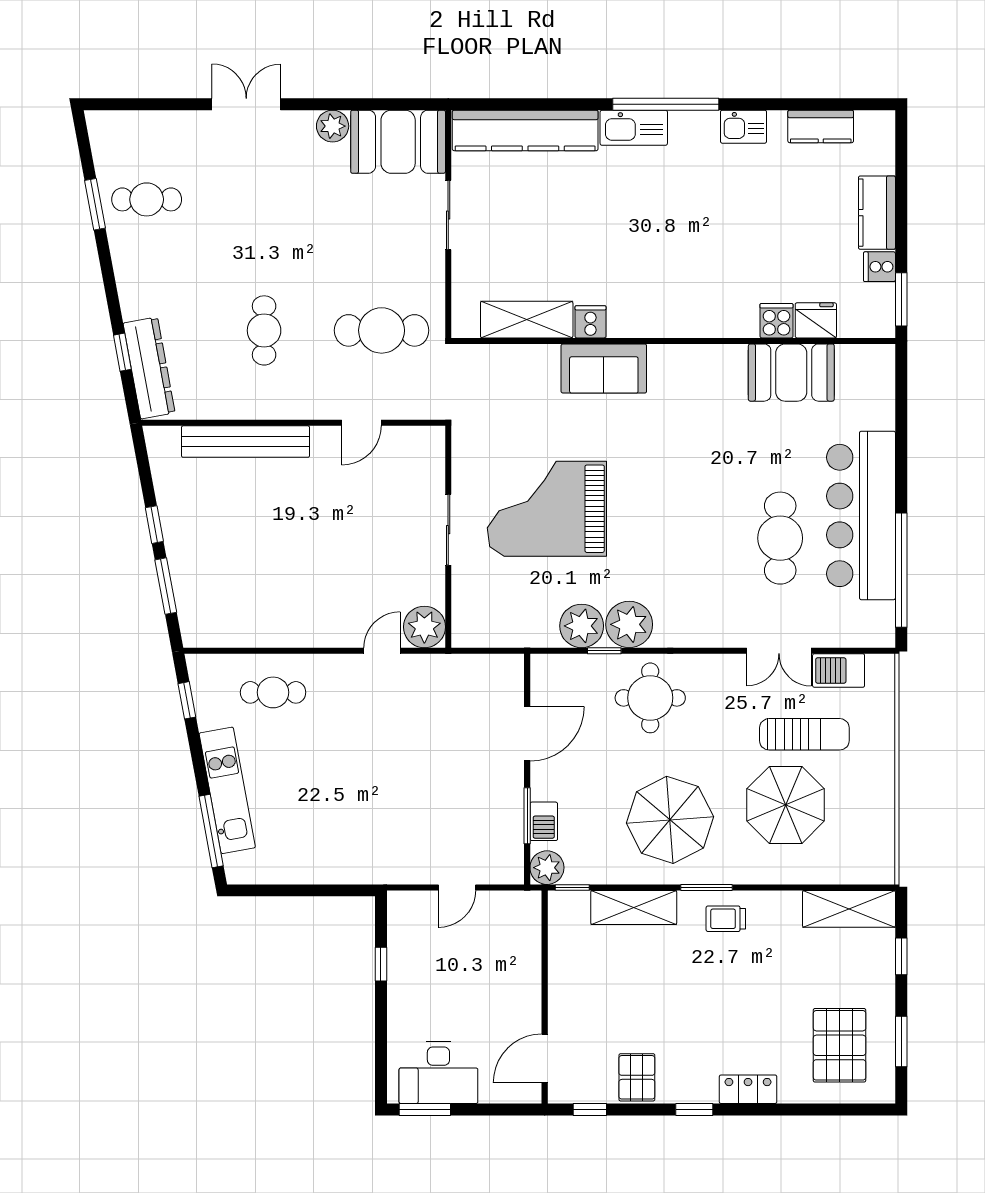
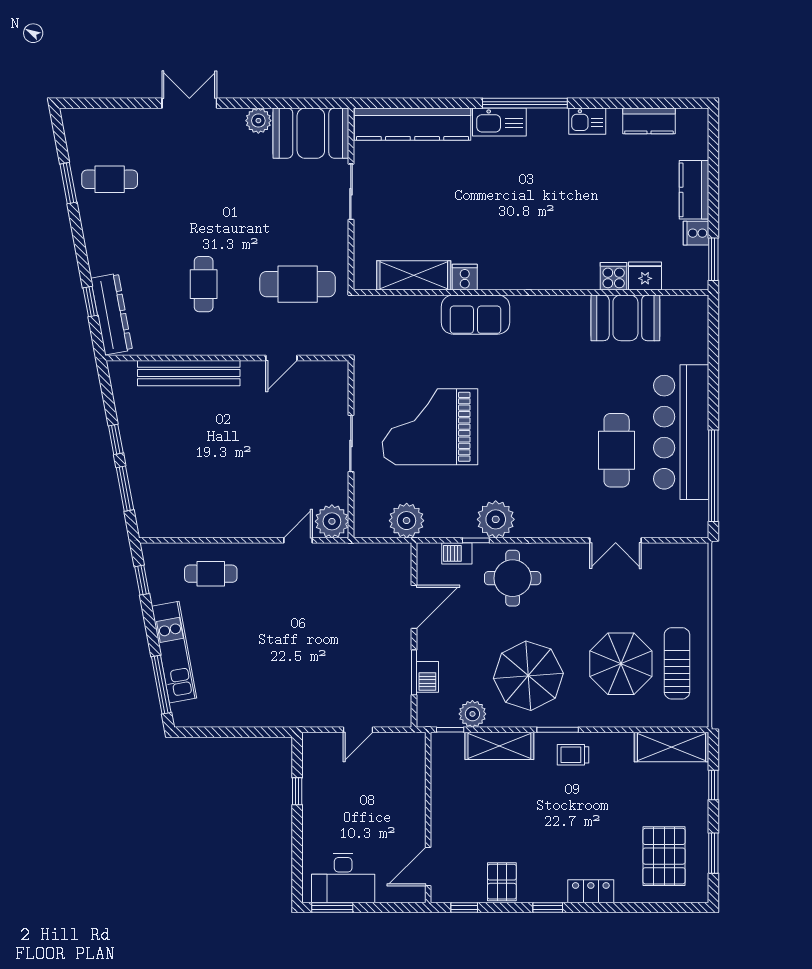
plant: (582, 626) -> (407, 521), moved
barbecue: (839, 671) -> (457, 553), moved, width x0.73, depth x0.79
sun lounger: (804, 734) -> (677, 663), moved, turned -90
plant: (547, 868) -> (472, 714), moved

